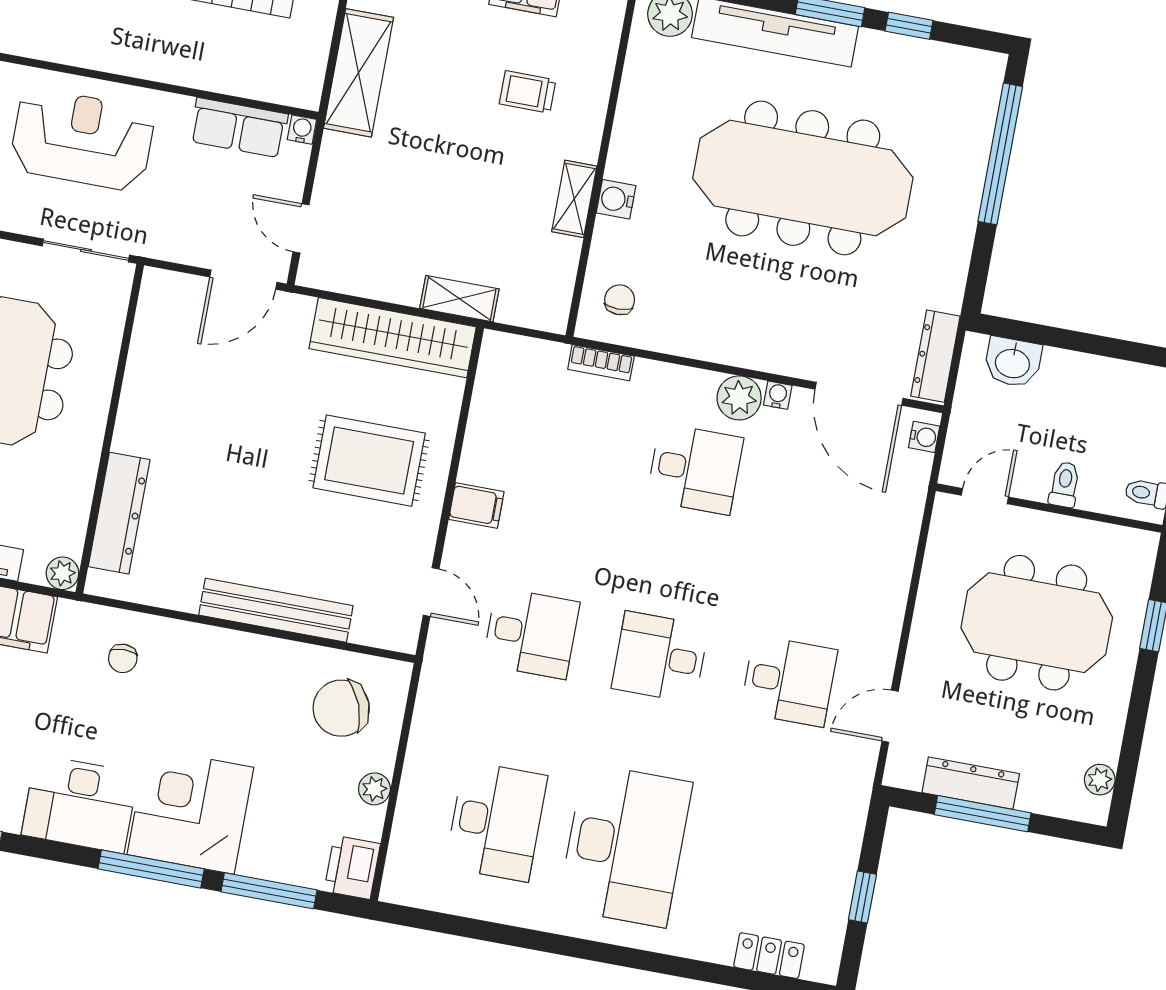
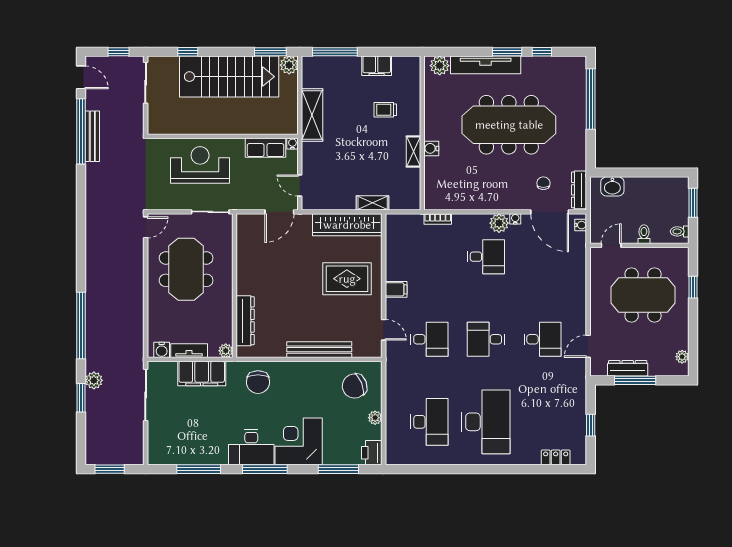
chair: (620, 300) -> (543, 183), moved
chair: (123, 658) -> (258, 382), width x1.87, depth x1.87
window: (151, 869) -> (265, 469), moved

